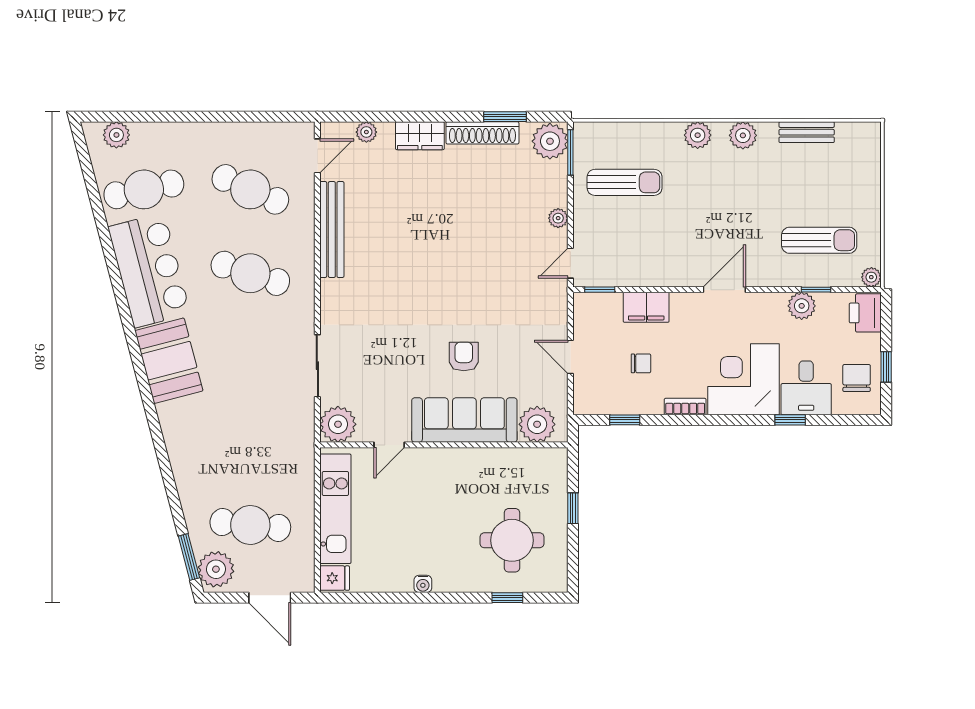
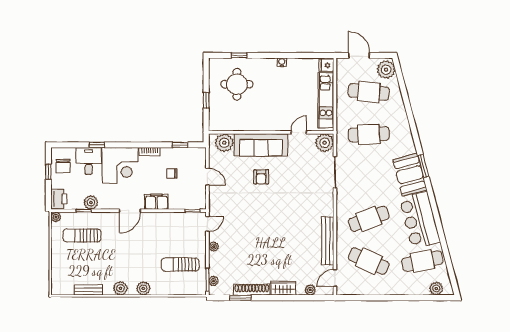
plant: (550, 141) -> (214, 281), width x0.53, depth x0.53
cafe table: (250, 273) -> (369, 219), turned -39
filing cabinet: (646, 307) -> (156, 202), moved
cafe table: (250, 441) -> (369, 134), added
window: (189, 557) -> (423, 166), moved

